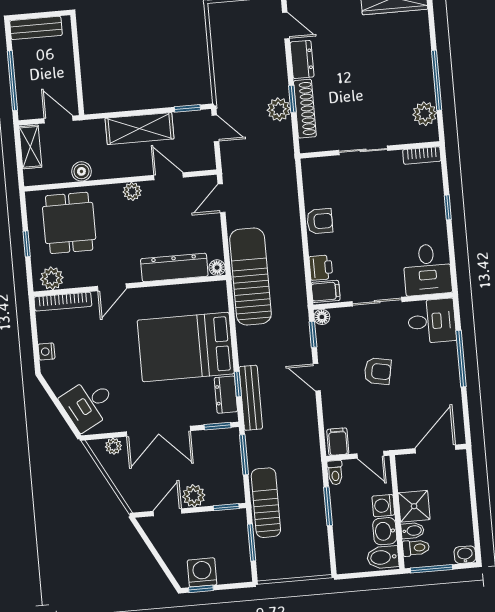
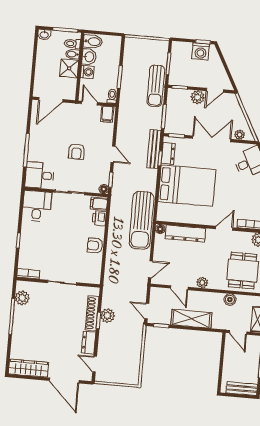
armchair: (378, 371) -> (77, 151), turned -101

